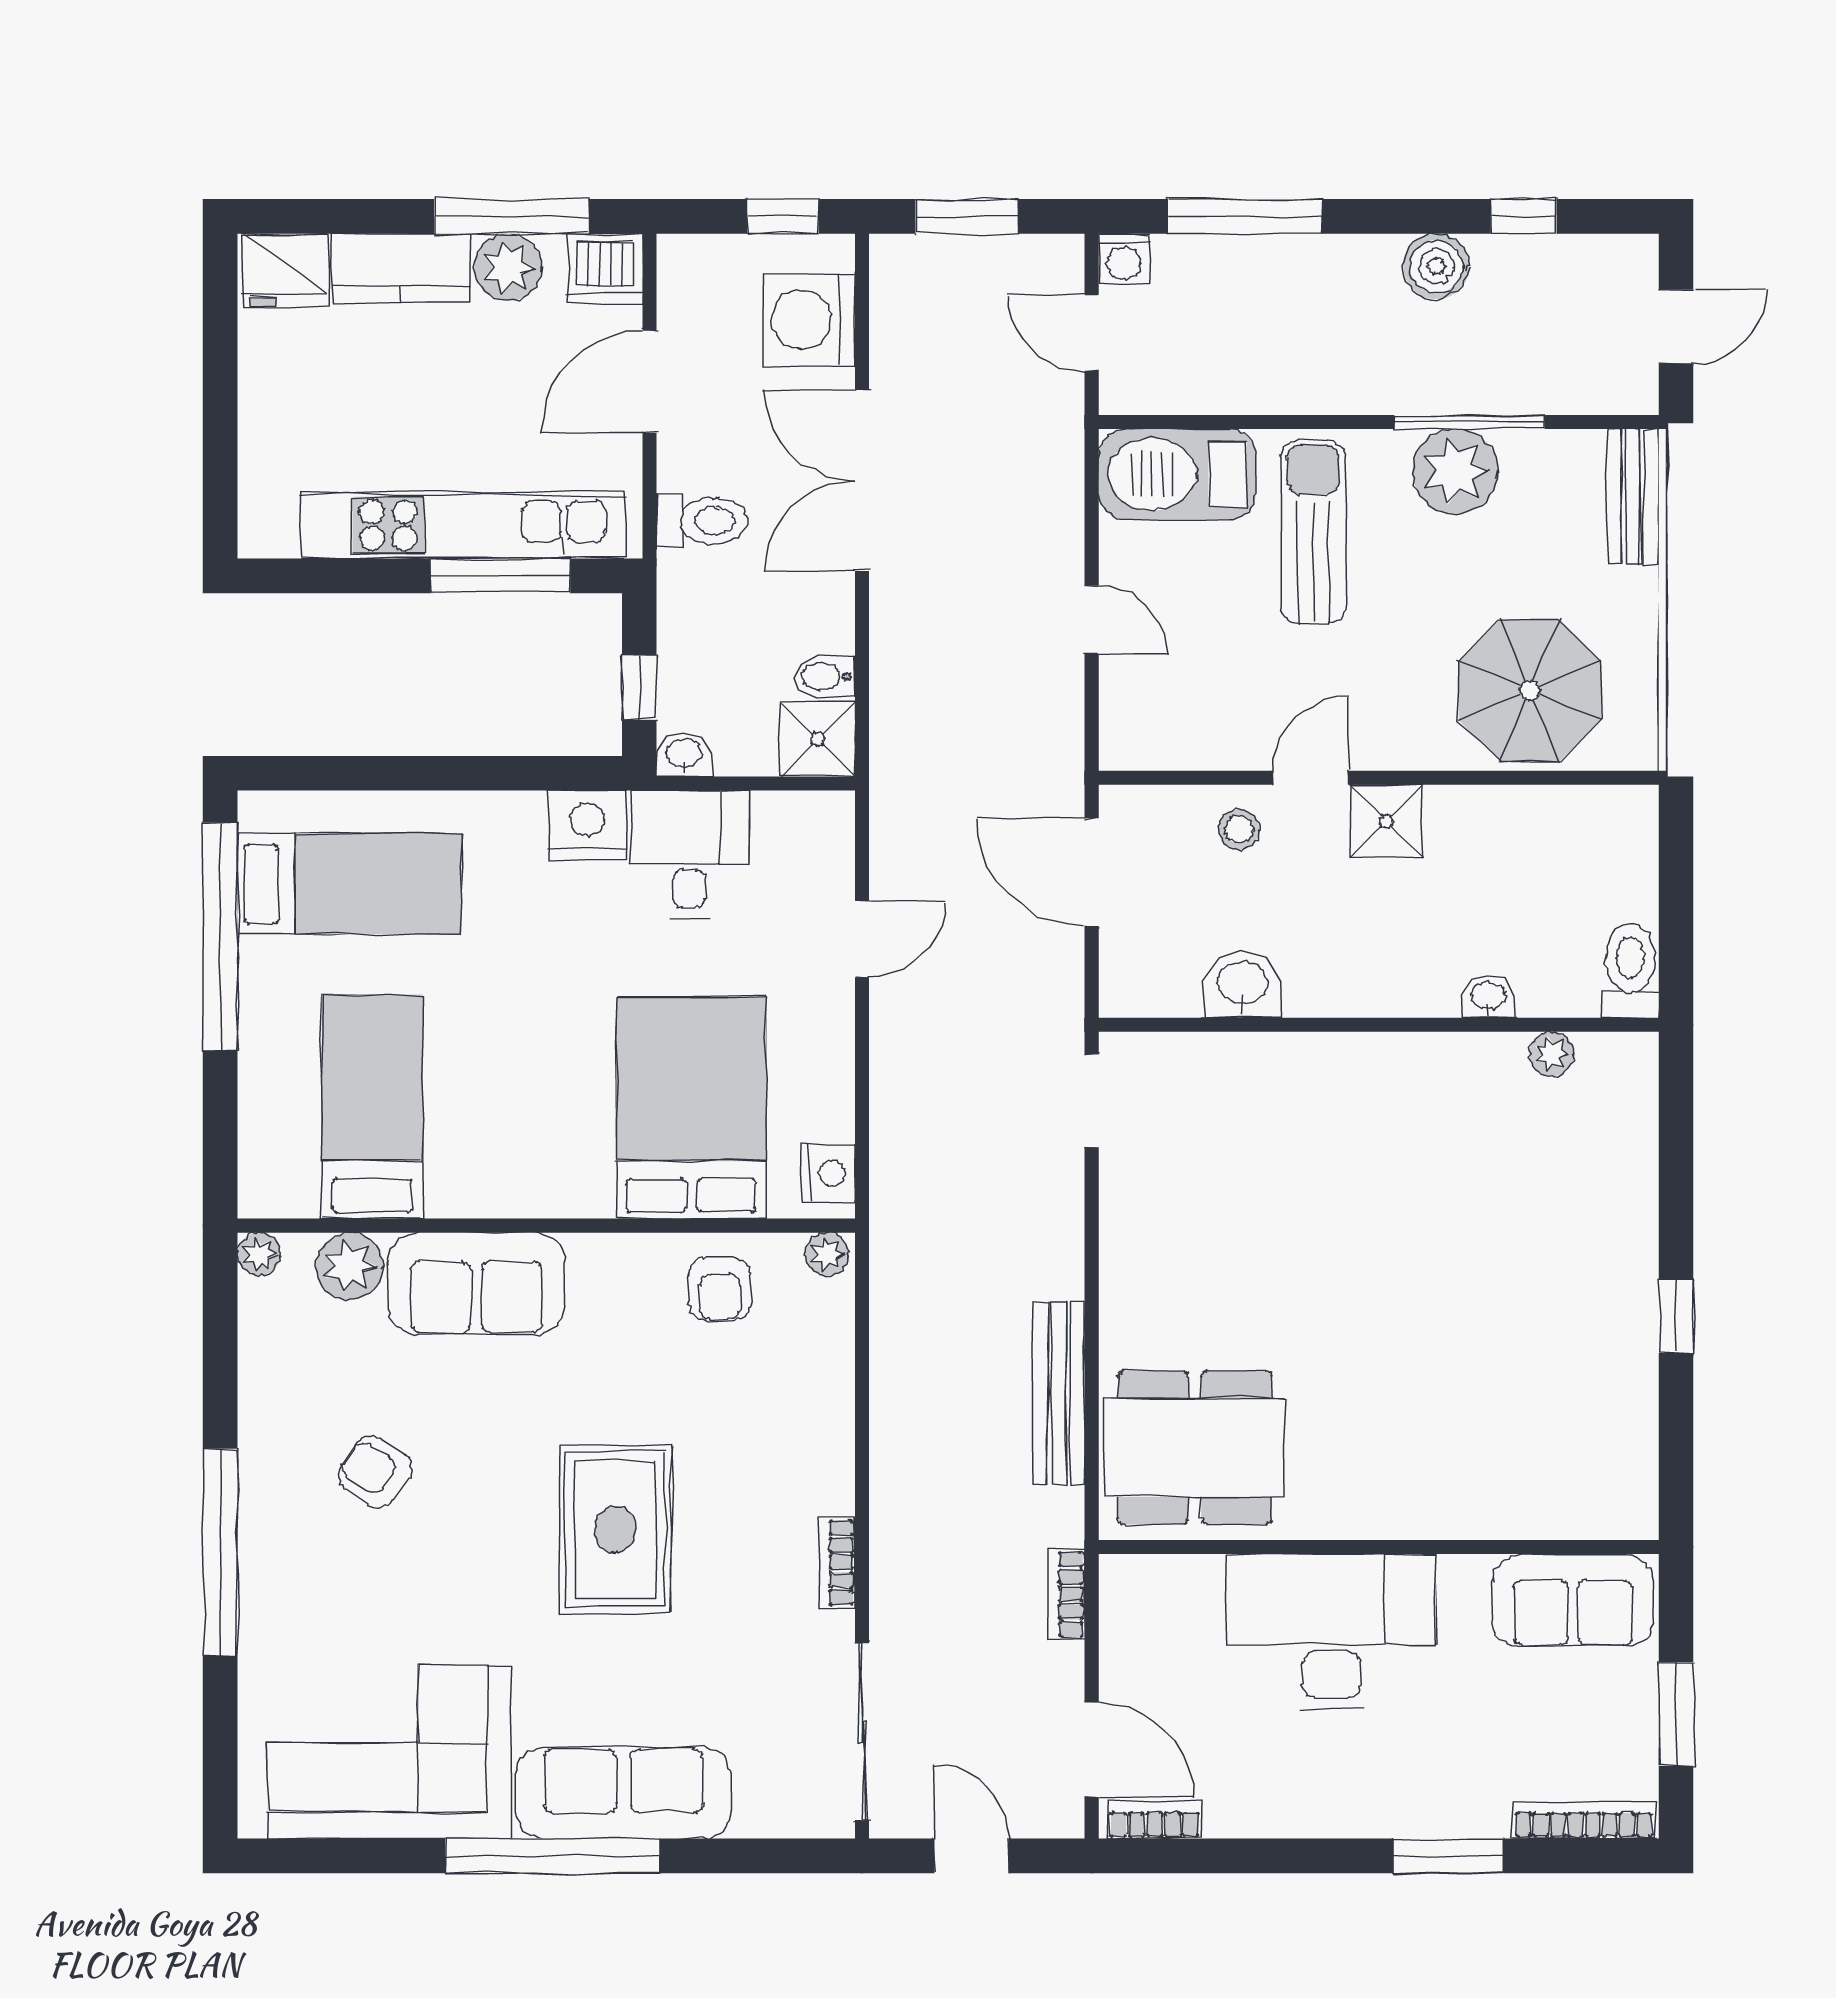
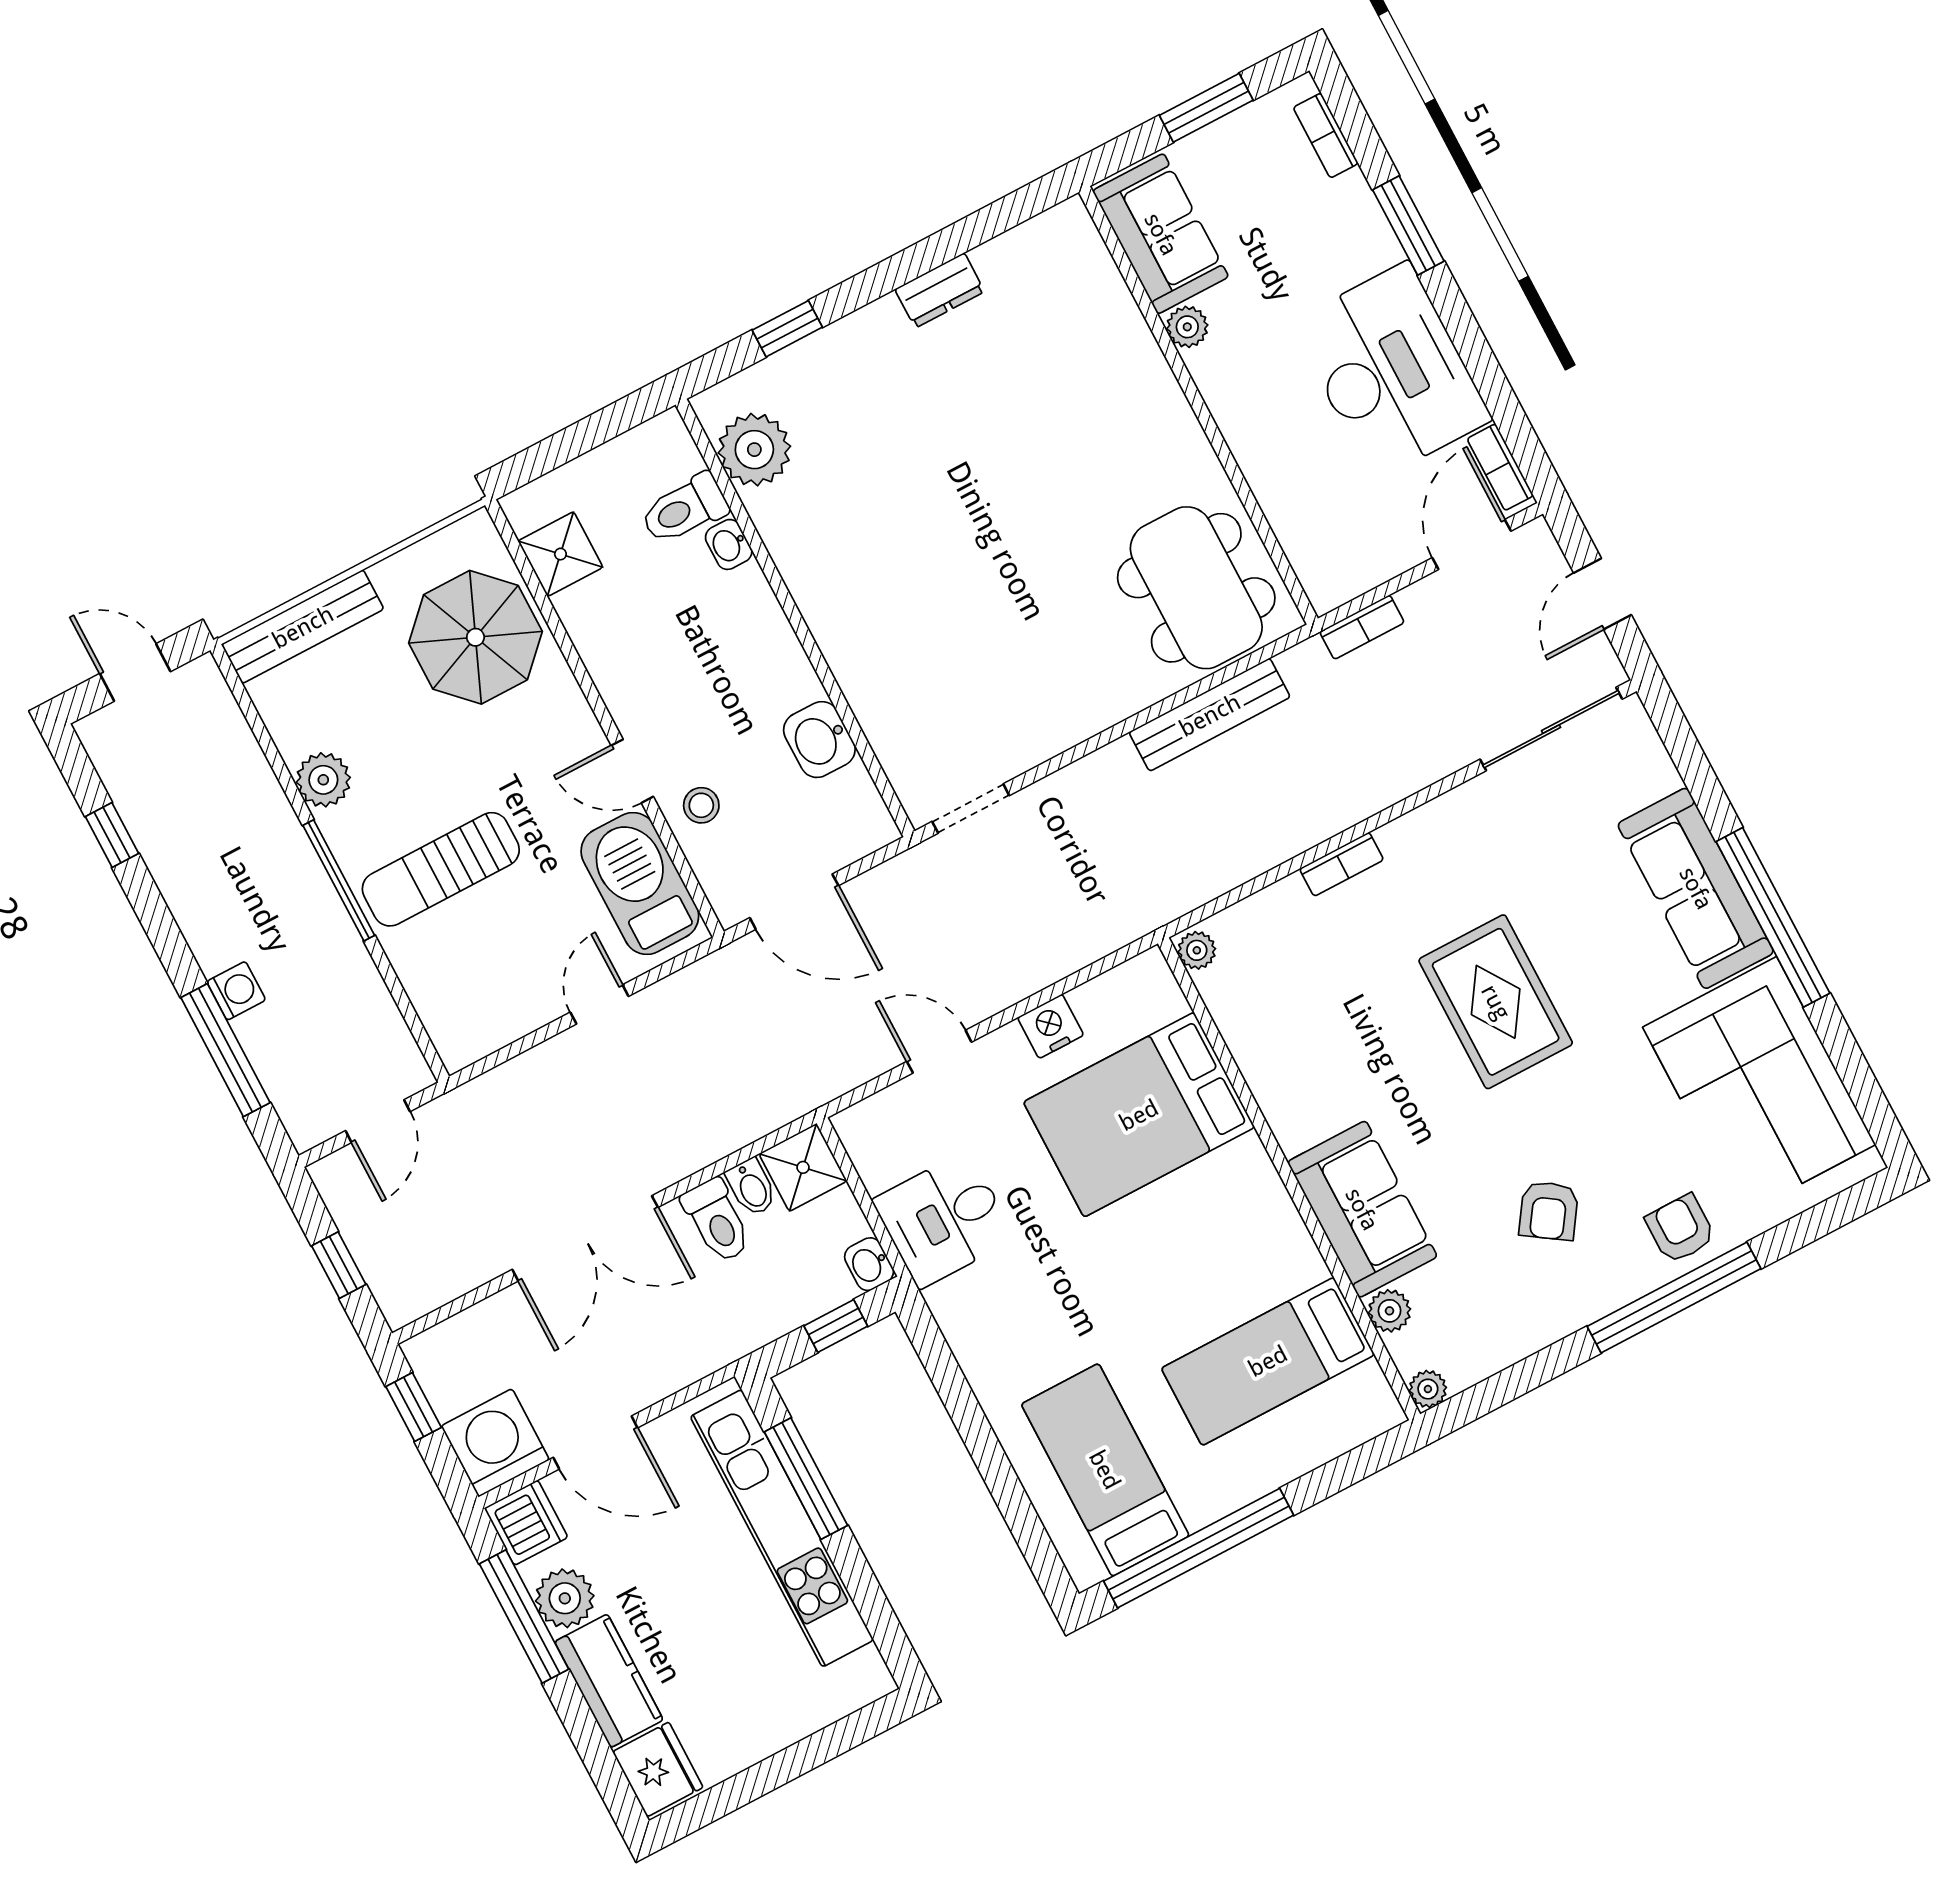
window: (967, 216) -> (339, 1265), width x0.67
washing machine: (1124, 259) -> (236, 991), moved
boiler: (1436, 266) -> (186, 882), removed
washing machine: (809, 319) -> (495, 1443), moved, turned 180
window: (1470, 422) -> (339, 880), moved
plant: (1455, 471) -> (323, 780), width x0.73, depth x0.73
barbecue: (1177, 474) -> (640, 884), moved, turned 180
bench: (1633, 496) -> (303, 627), width x1.36
toilet: (702, 521) -> (717, 1221), moved, turned 180
shower: (1386, 821) -> (560, 554), moved
nightstand: (587, 825) -> (963, 1310), removed
door: (1092, 872) -> (794, 902), hinge flipped
toilet: (1630, 971) -> (684, 509), moved
plant: (1552, 1054) -> (754, 450), width x1.88, depth x1.88
nightstand: (828, 1173) -> (1051, 1026), moved
plant: (350, 1266) -> (1390, 1311), width x0.73, depth x0.73
armchair: (720, 1289) -> (1680, 1229), moved, turned -90
window: (1676, 1316) -> (787, 329), moved
dresser: (1633, 1346) -> (940, 290), added
rug: (615, 1530) -> (1496, 1002), turned 90
bookcase: (837, 1562) -> (1342, 864), moved
plant: (1464, 1578) -> (1187, 327), added
desk: (1331, 1632) -> (1391, 371), moved, turned 180
bookcase: (1584, 1820) -> (1326, 135), width x0.64

